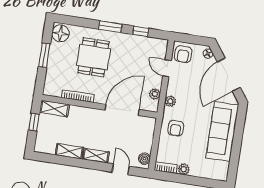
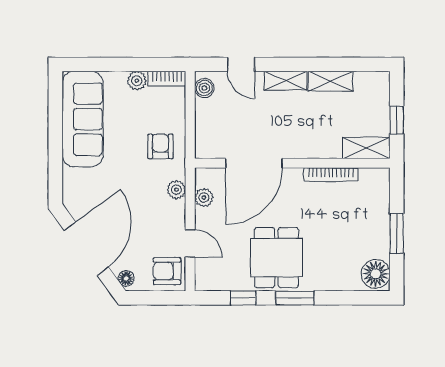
armchair: (183, 54) -> (167, 271), turned -90
dining table: (93, 57) -> (276, 258), moved
sofa: (222, 131) -> (83, 119), moved

